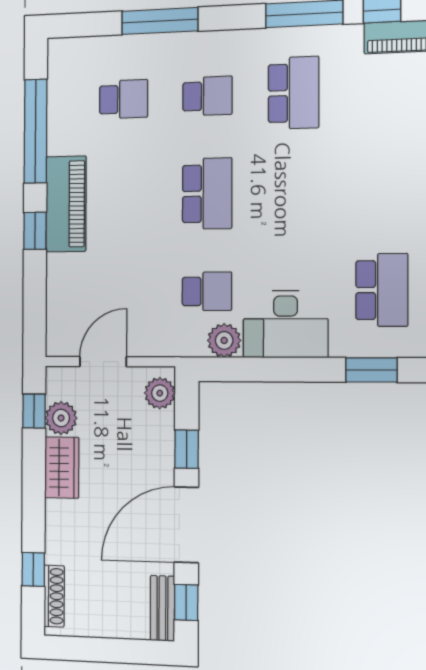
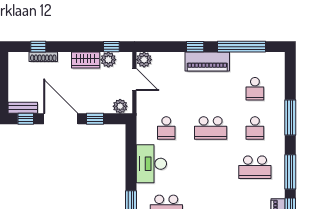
window: (160, 21) -> (290, 118), moved
plant: (224, 340) -> (144, 60), moved
shoe rack: (54, 596) -> (43, 57), moved

